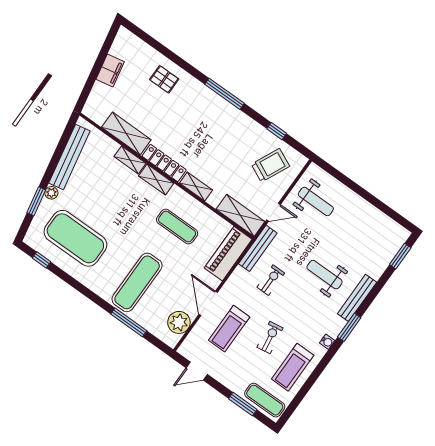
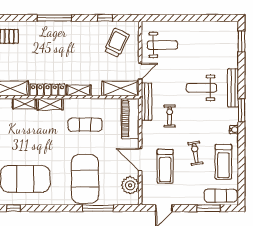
exercise mat: (137, 282) -> (85, 179), width x1.47

